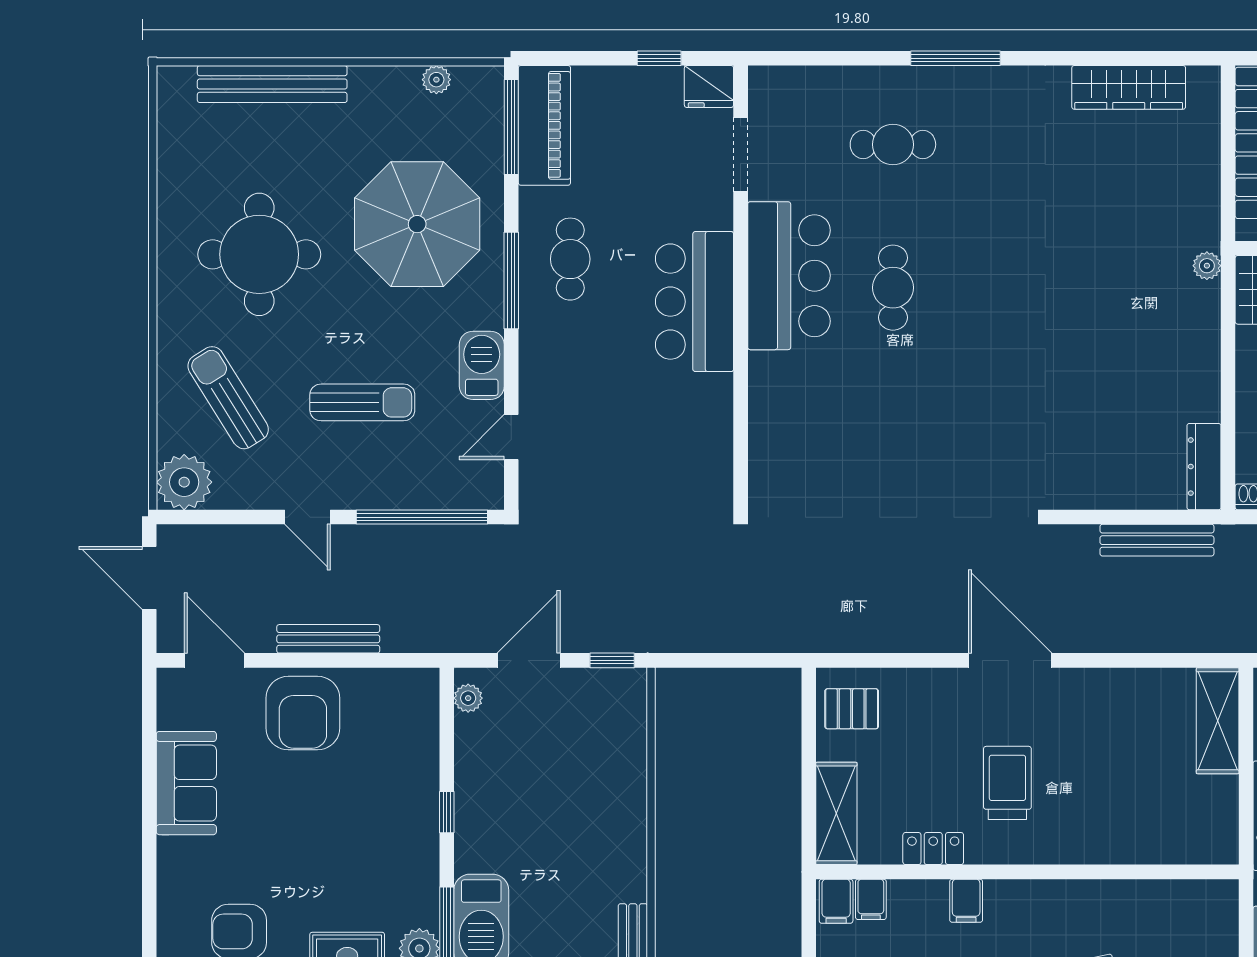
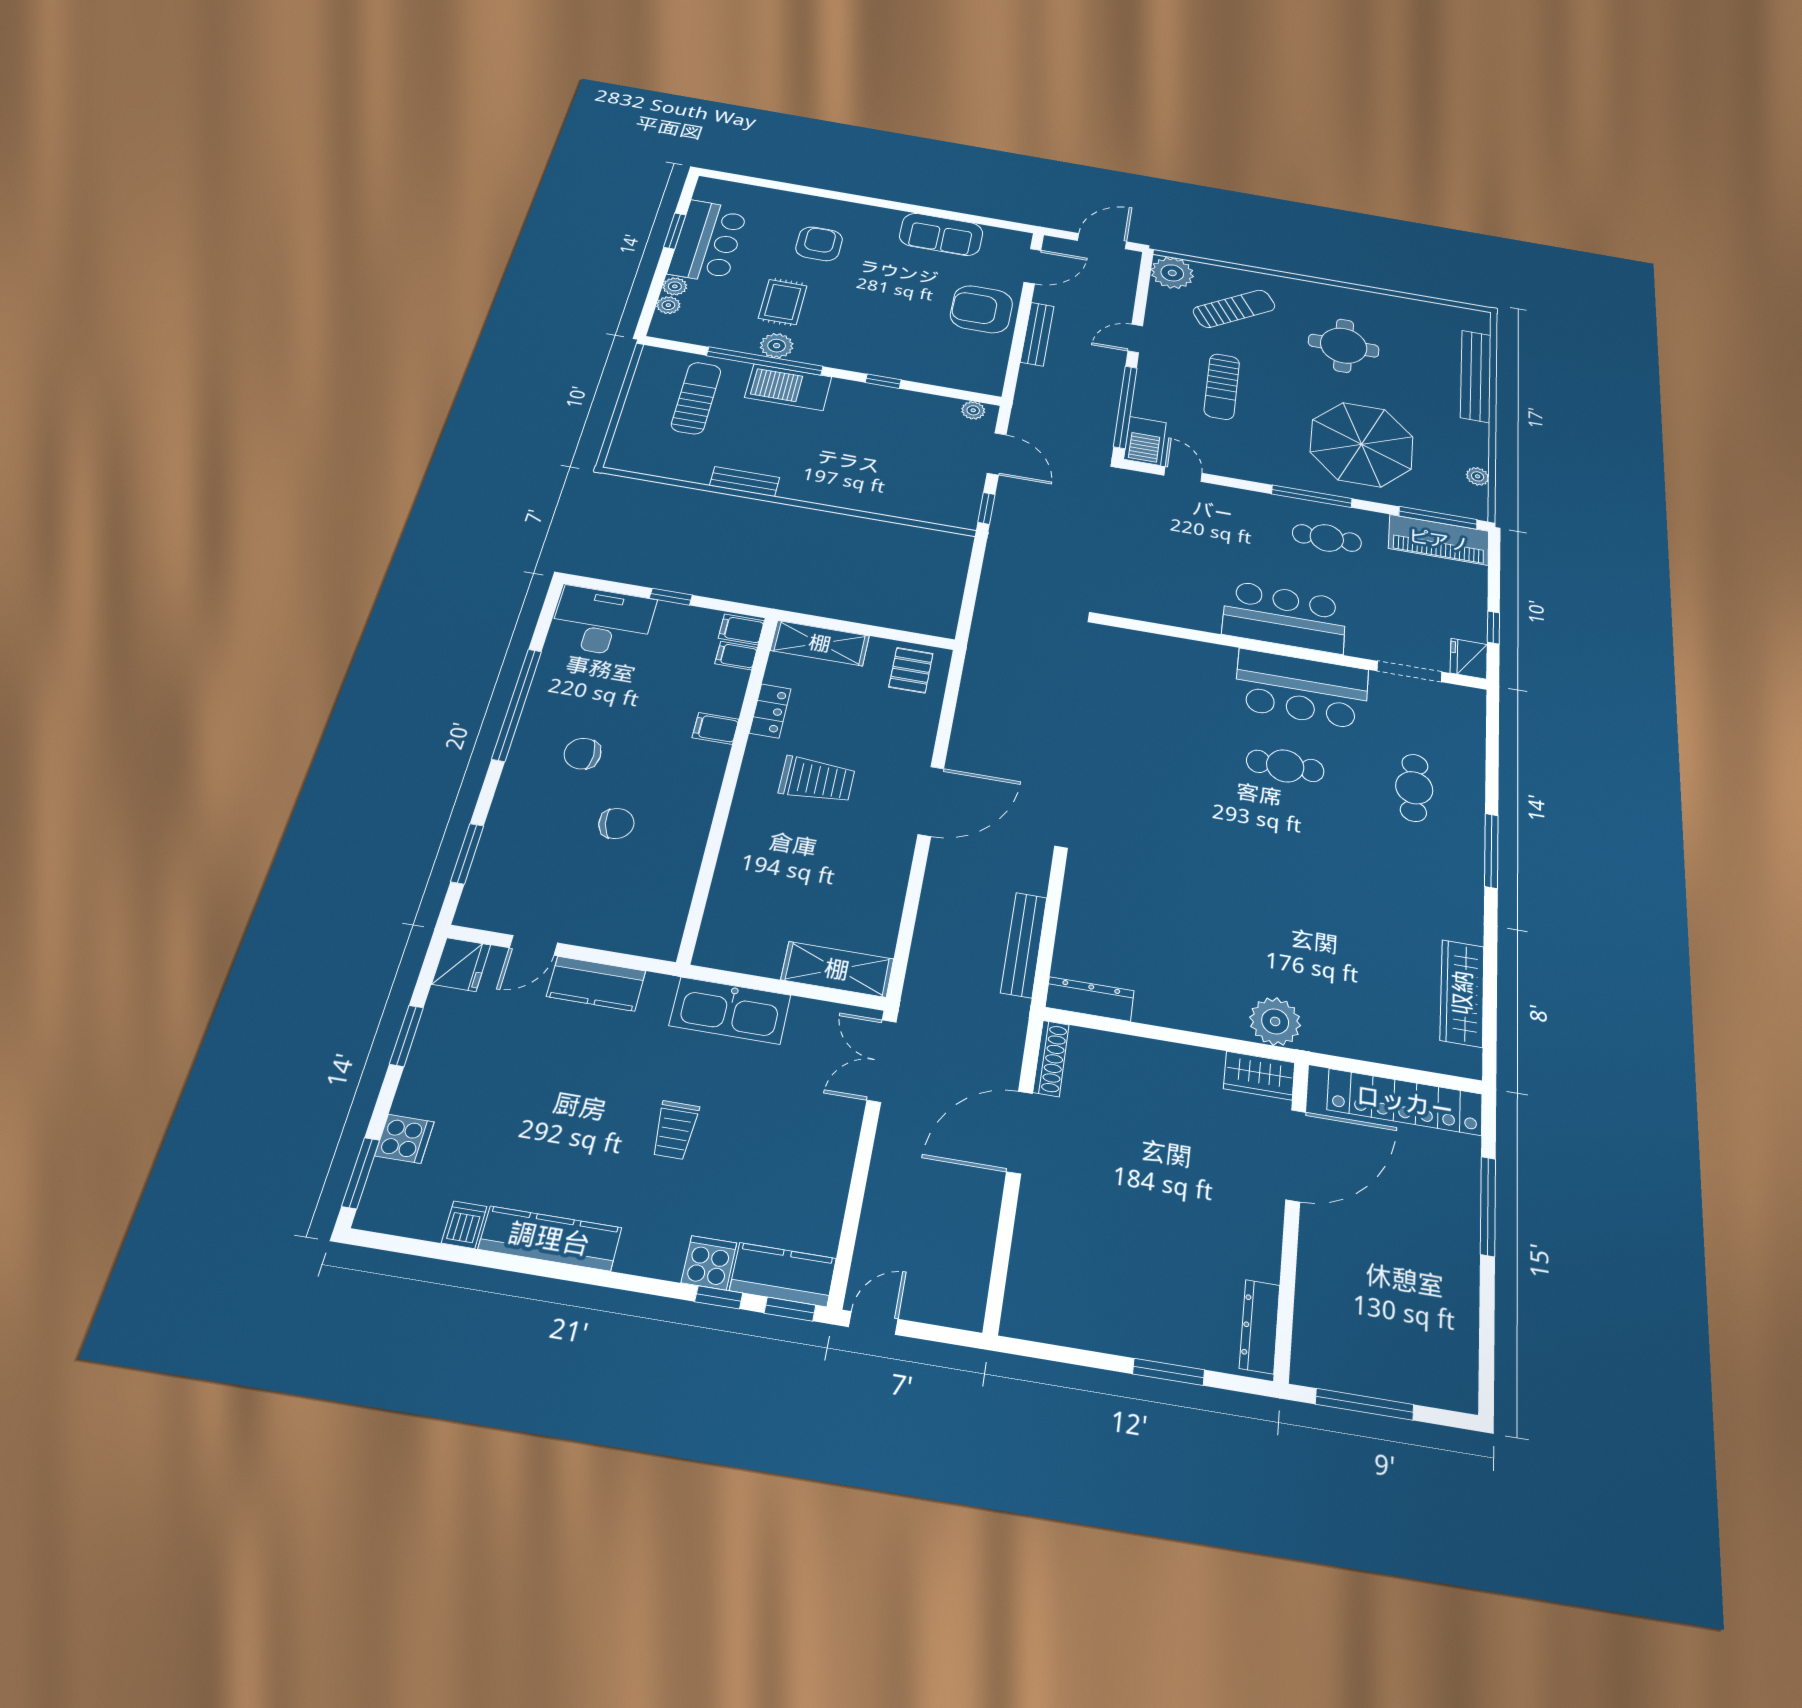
round table: (259, 254) -> (1344, 346), width x0.73, depth x0.73
plant: (1207, 266) -> (1275, 1021), width x1.88, depth x1.88
barbecue: (482, 365) -> (1145, 441), moved, turned 90

